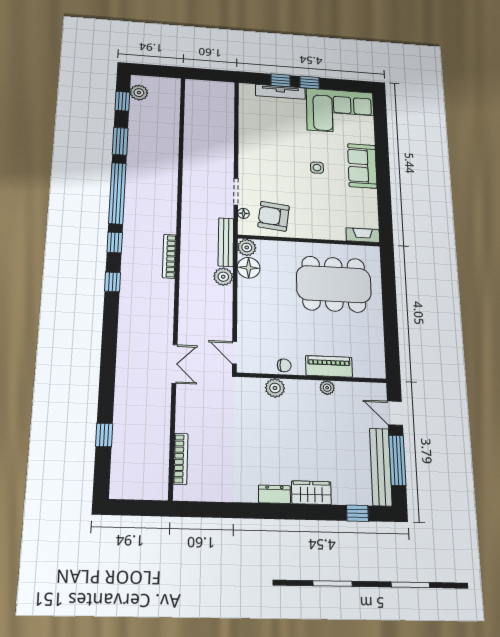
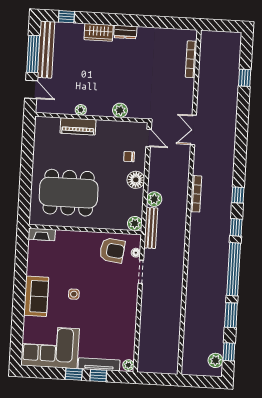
plant: (245, 90) -> (128, 365), added
bookcase: (169, 256) -> (196, 194), moved
floor lamp: (249, 268) -> (136, 180), moved
chair: (284, 365) -> (129, 157), moved

